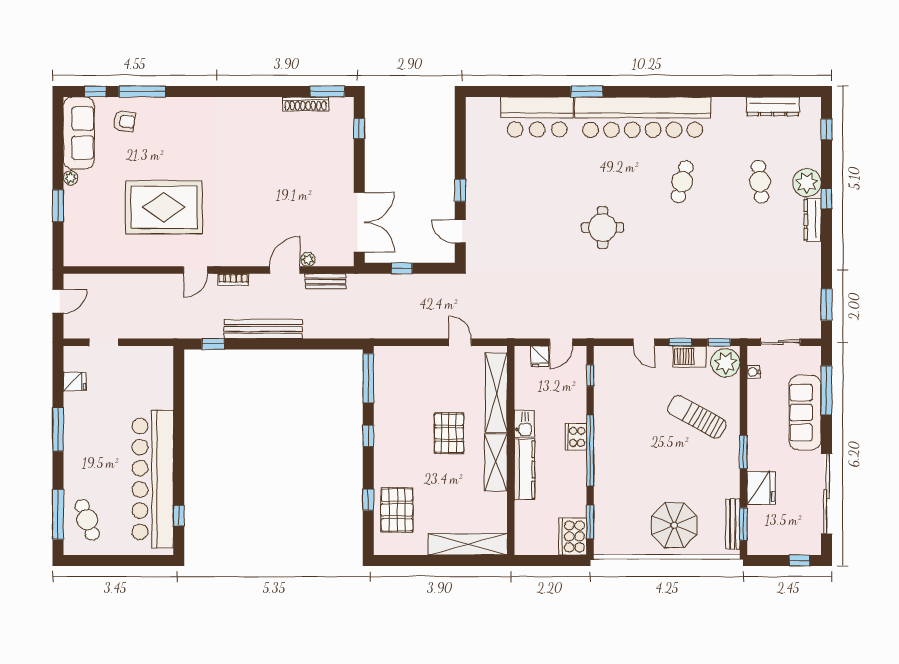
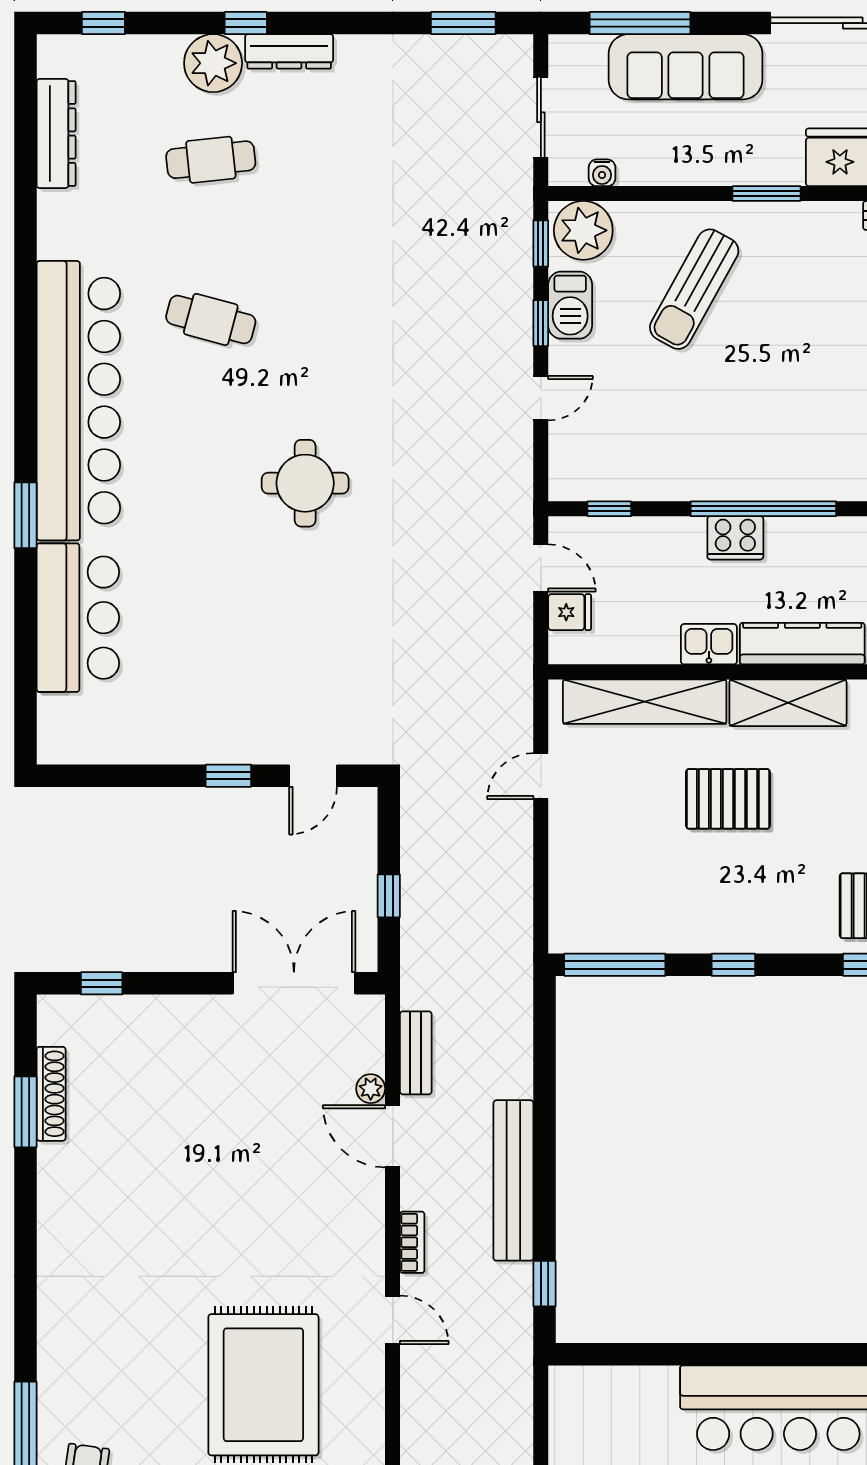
window: (327, 91) -> (25, 1112), moved

